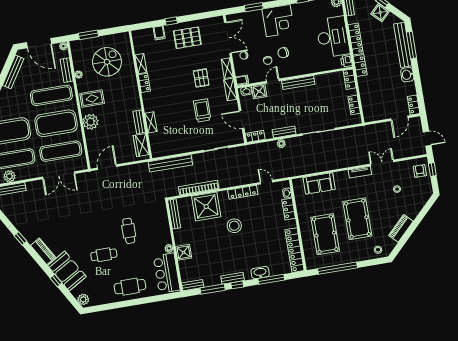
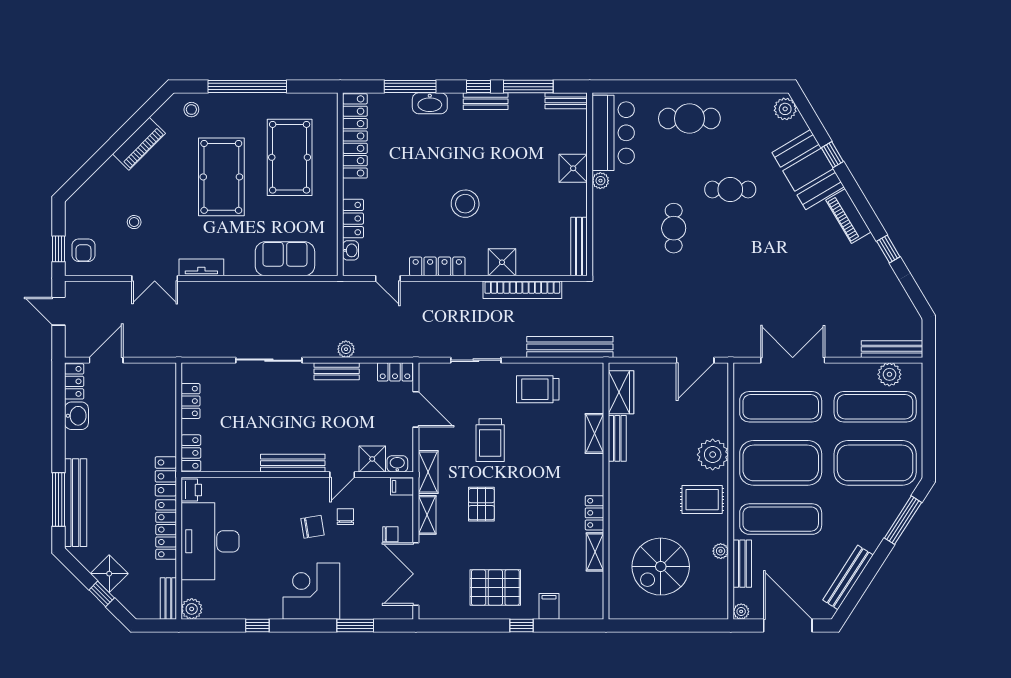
window: (88, 35) -> (688, 626), removed
washbasin: (407, 75) -> (76, 416), moved
trolley: (183, 140) -> (538, 389), added
shower: (206, 206) -> (502, 262), width x0.54, depth x0.54
window: (338, 268) -> (247, 87), moved

